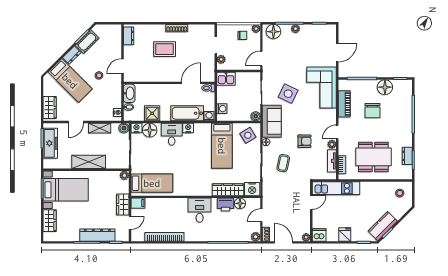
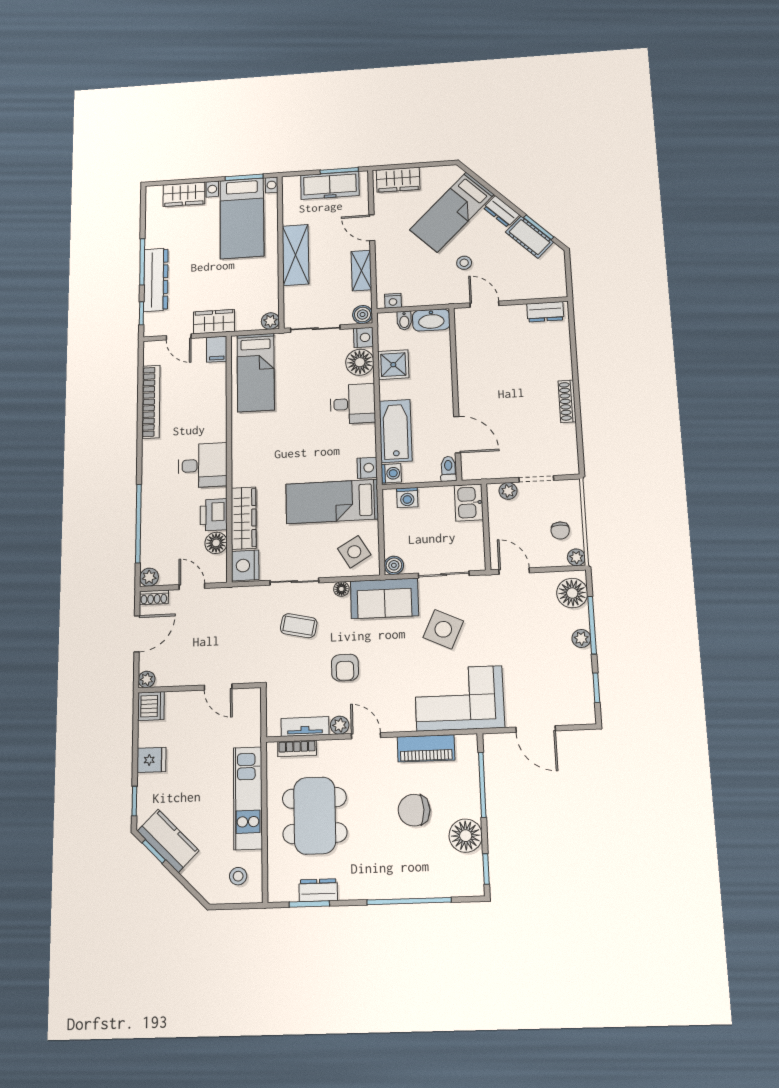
rug: (165, 49) -> (523, 381), removed
nightstand: (188, 128) -> (367, 468), moved
kitchen unit: (336, 188) -> (248, 798), moved

